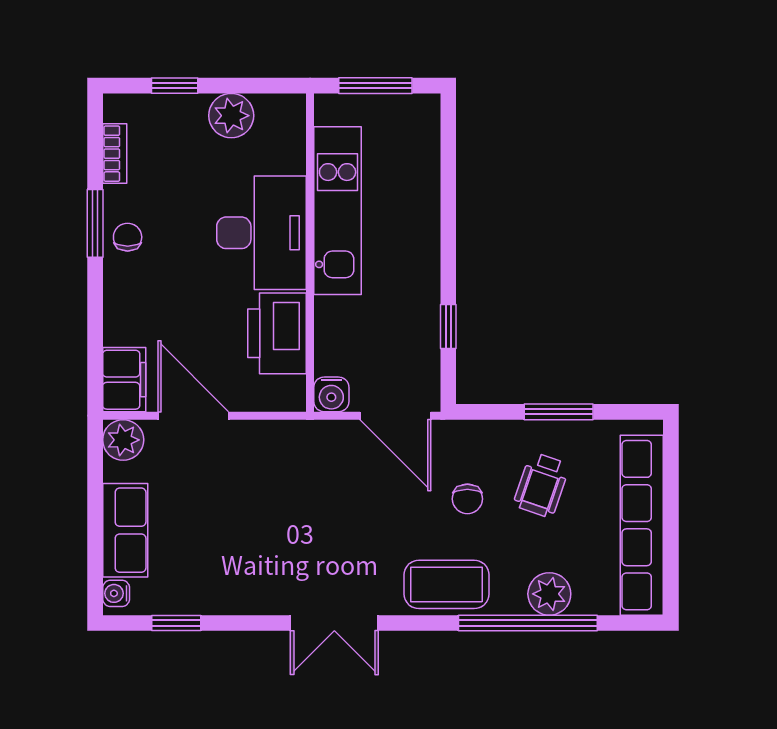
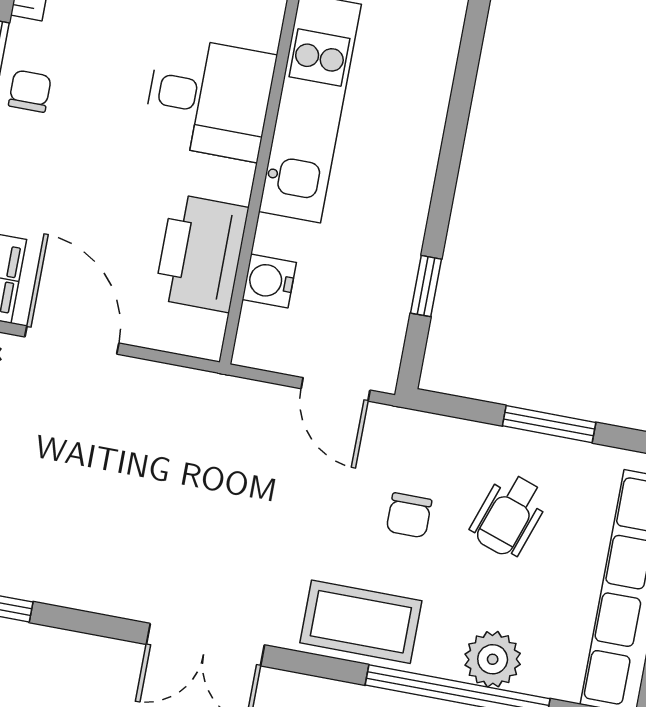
desk: (261, 233) -> (209, 98), width x0.73
water cooler: (331, 394) -> (269, 281), moved, turned 90
door: (395, 416) -> (335, 389), width x0.73

